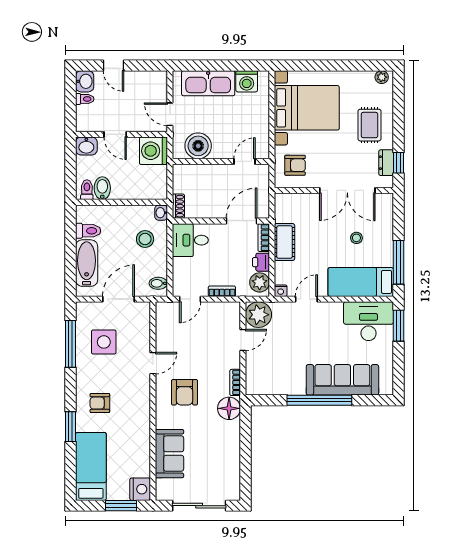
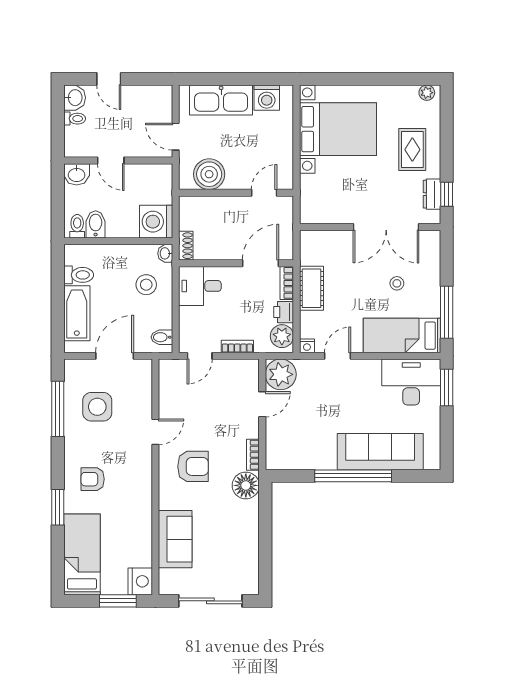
washing machine: (153, 151) -> (156, 222), moved
armchair: (295, 165) -> (324, 197), removed
armchair: (185, 392) -> (193, 466), turned -90

